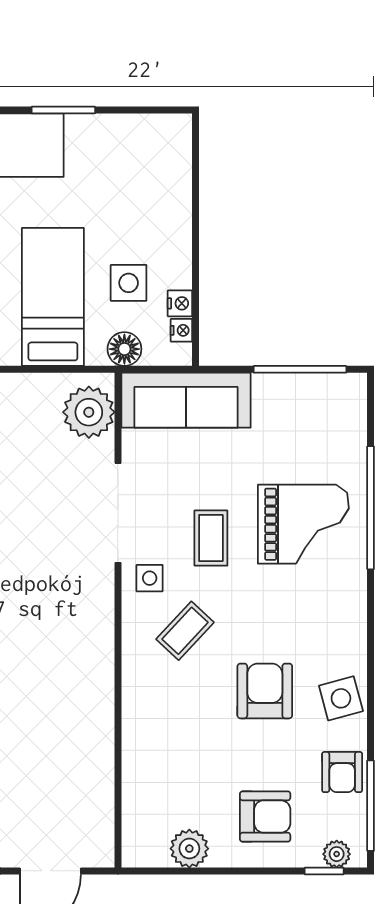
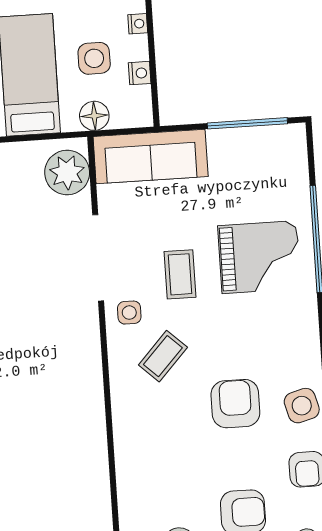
nightstand: (181, 330) -> (138, 24), moved

